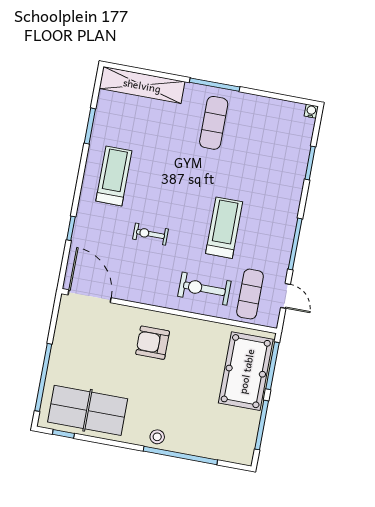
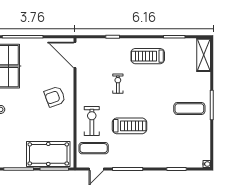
shelving: (142, 85) -> (204, 55), width x0.68
treadmill: (114, 176) -> (148, 56), turned 180
door: (90, 296) -> (75, 55), swing flipped
armchair: (153, 343) -> (55, 97), turned -110

